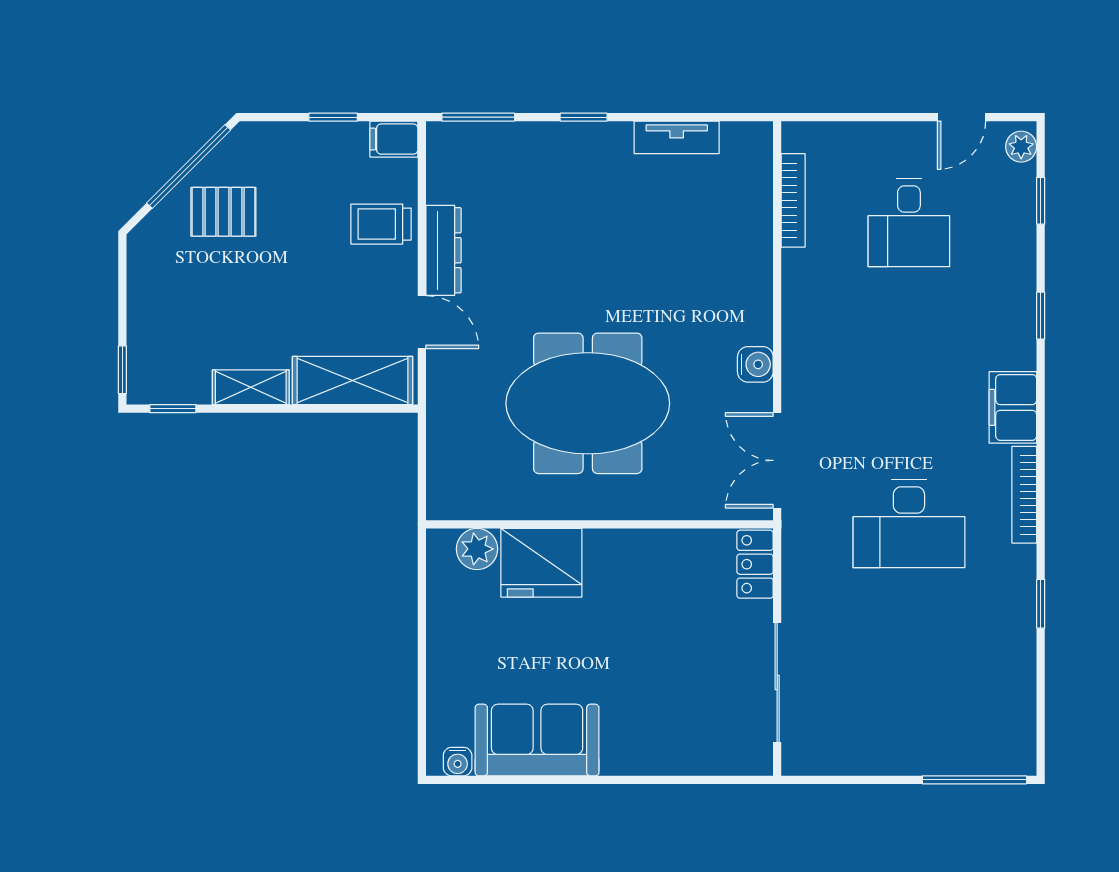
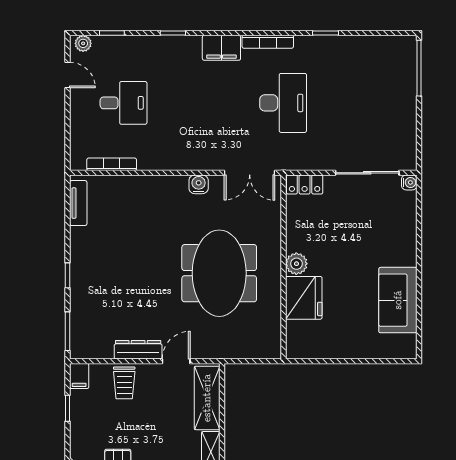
tv unit: (677, 137) -> (78, 203), moved
plant: (477, 549) -> (296, 264), moved
water cooler: (458, 762) -> (409, 182), moved

